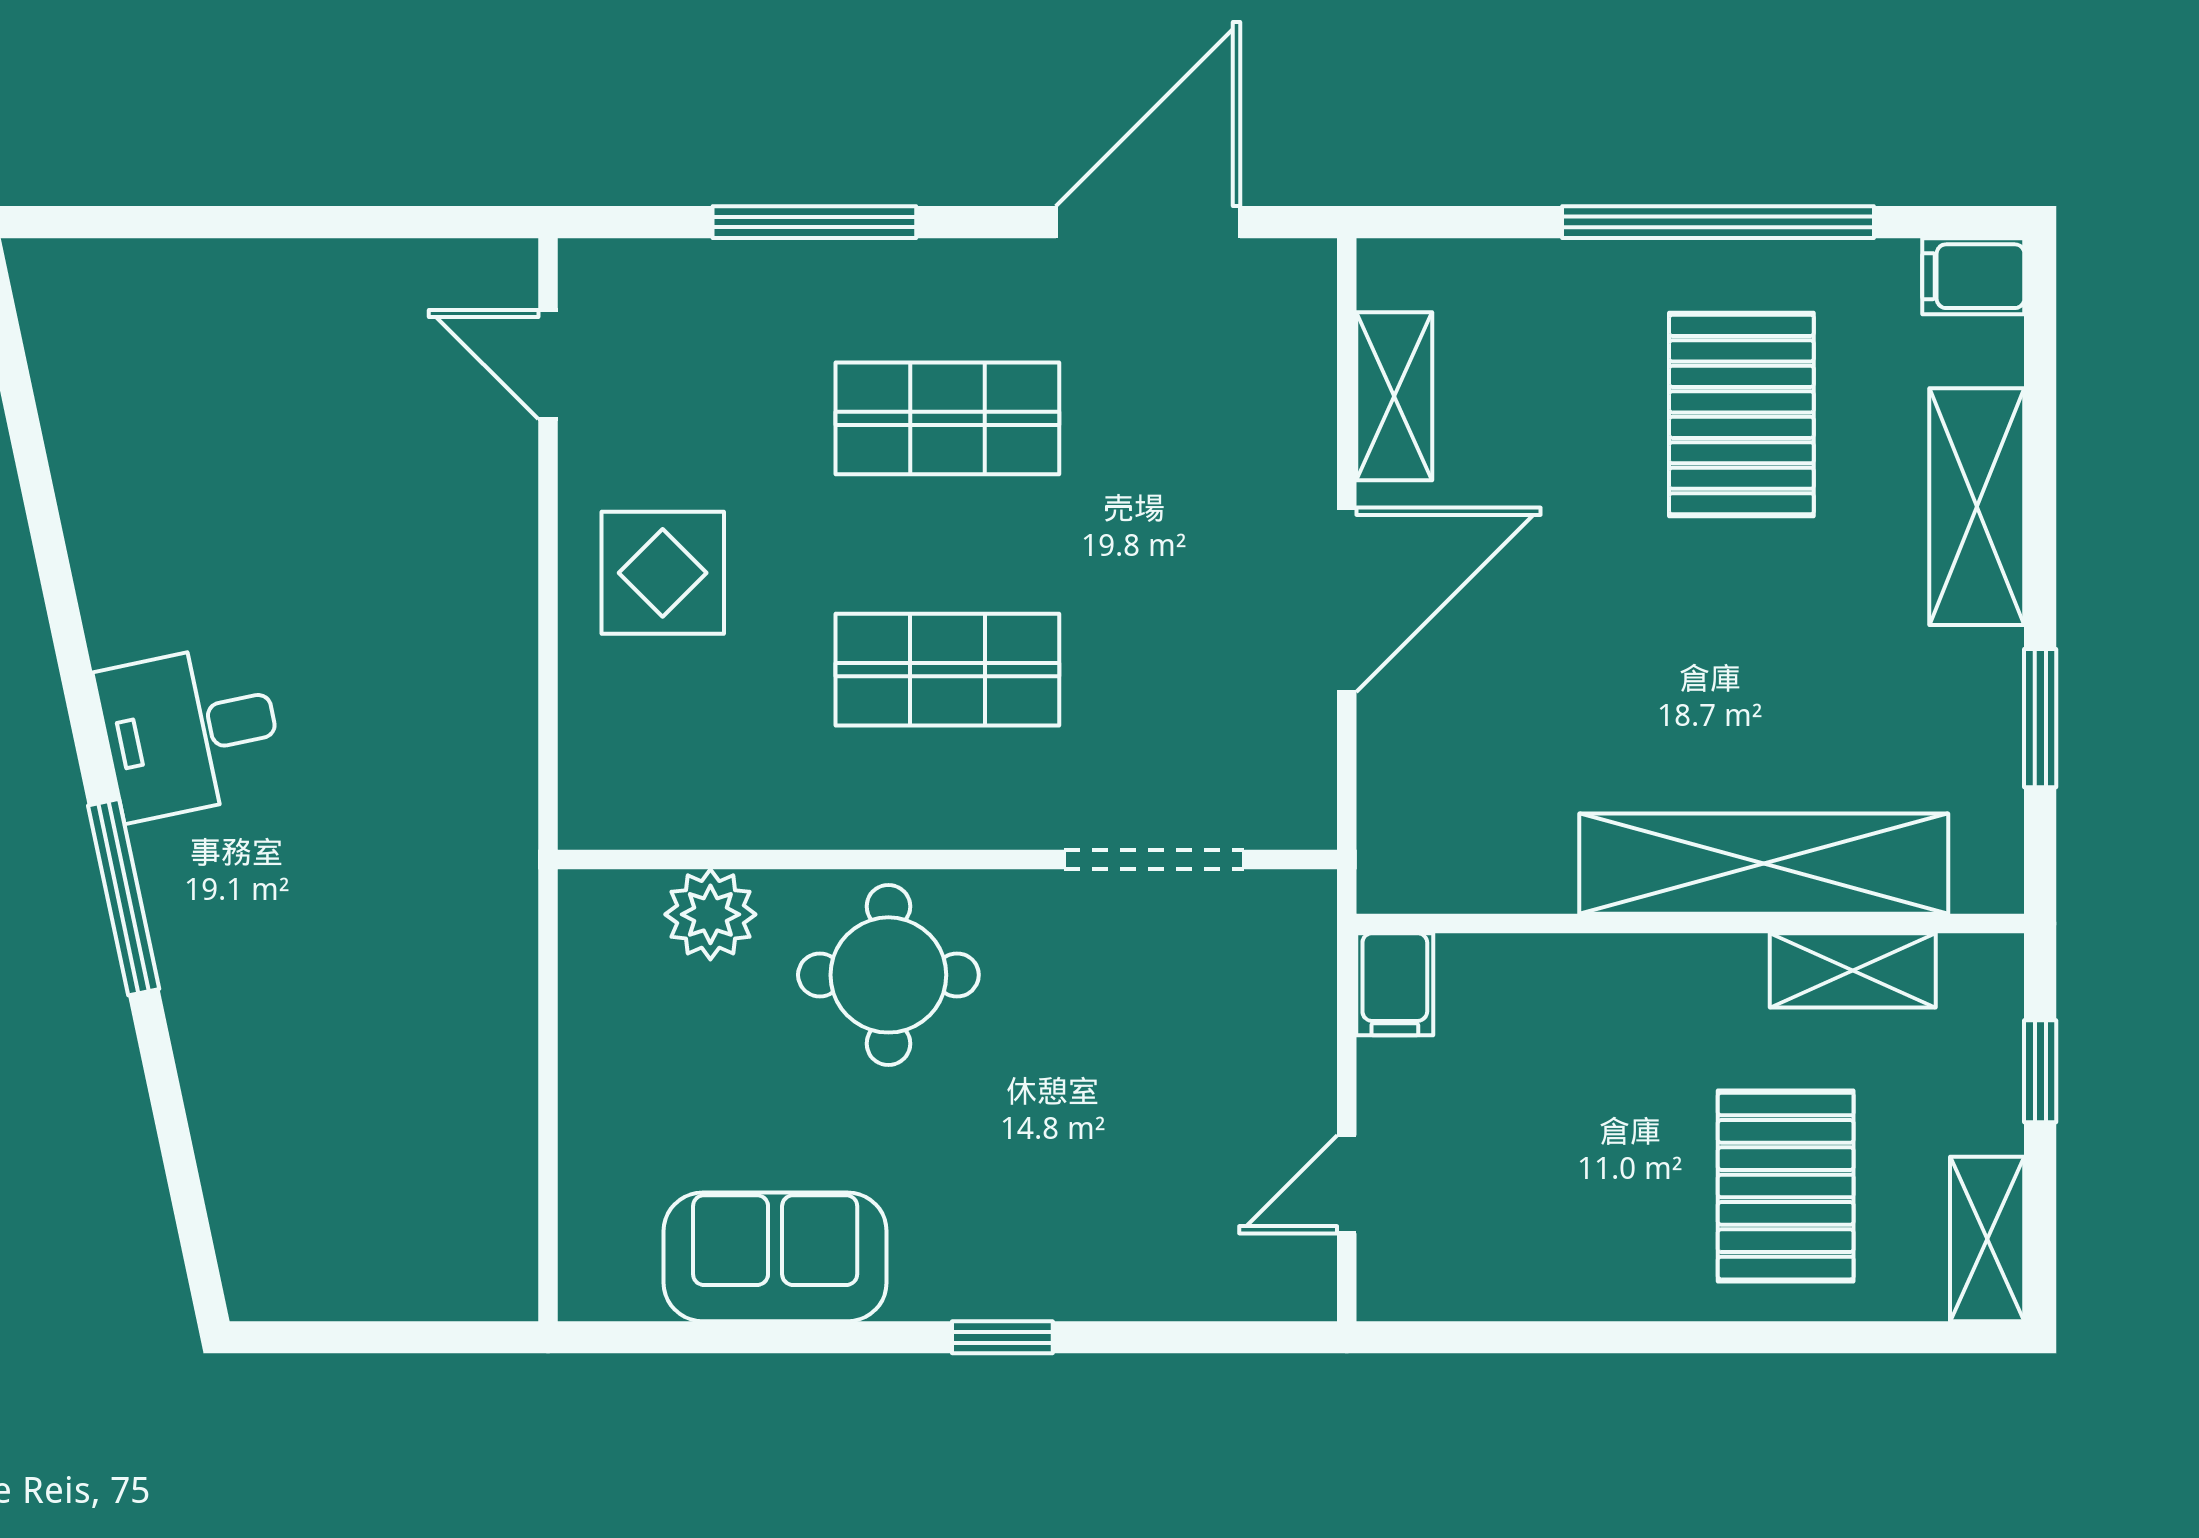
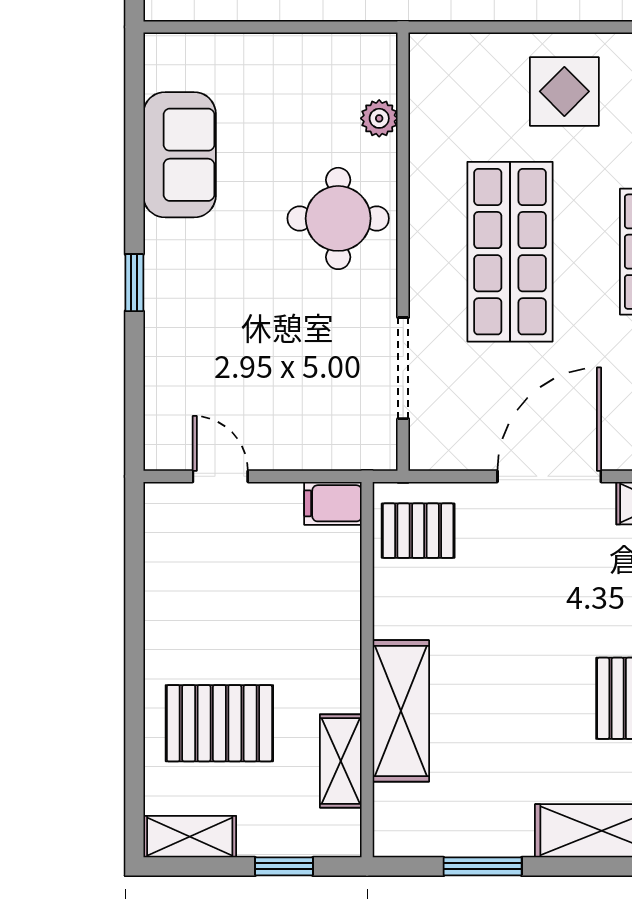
door: (1347, 600) -> (549, 476), swing flipped
shop shelf: (947, 670) -> (510, 252), width x1.43, depth x1.36
pallet: (1443, 833) -> (418, 531), added
shelving: (1764, 864) -> (401, 711), width x0.68
plant: (710, 914) -> (379, 118), width x0.73, depth x0.73

